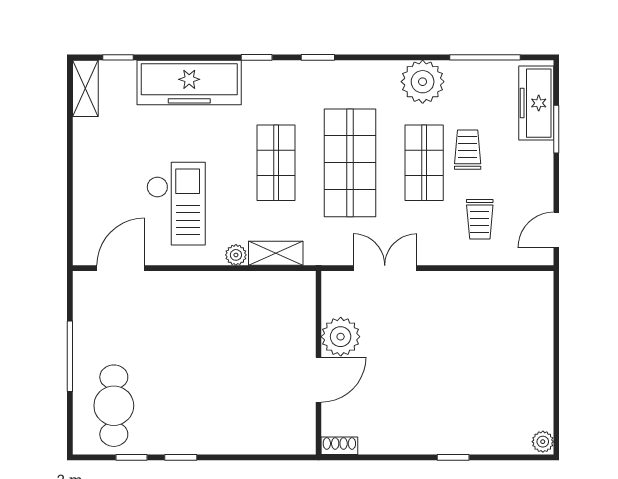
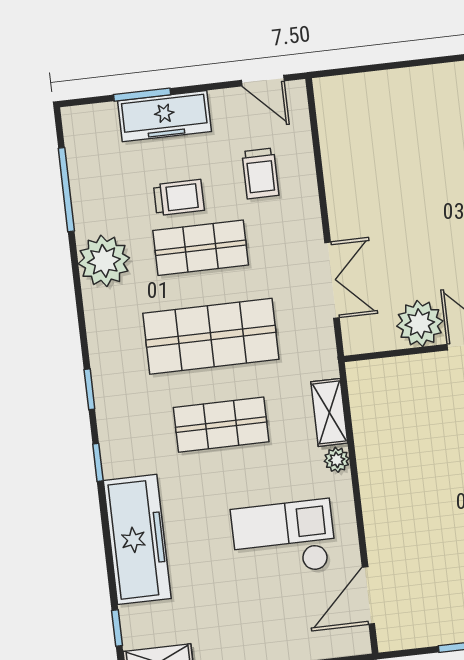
freezer: (536, 103) -> (165, 116), moved
trolley: (468, 150) -> (179, 198), turned 180
trolley: (480, 219) -> (260, 173), turned 90
door: (121, 268) -> (368, 595), hinge flipped
double door: (385, 268) -> (332, 280), swing flipped

